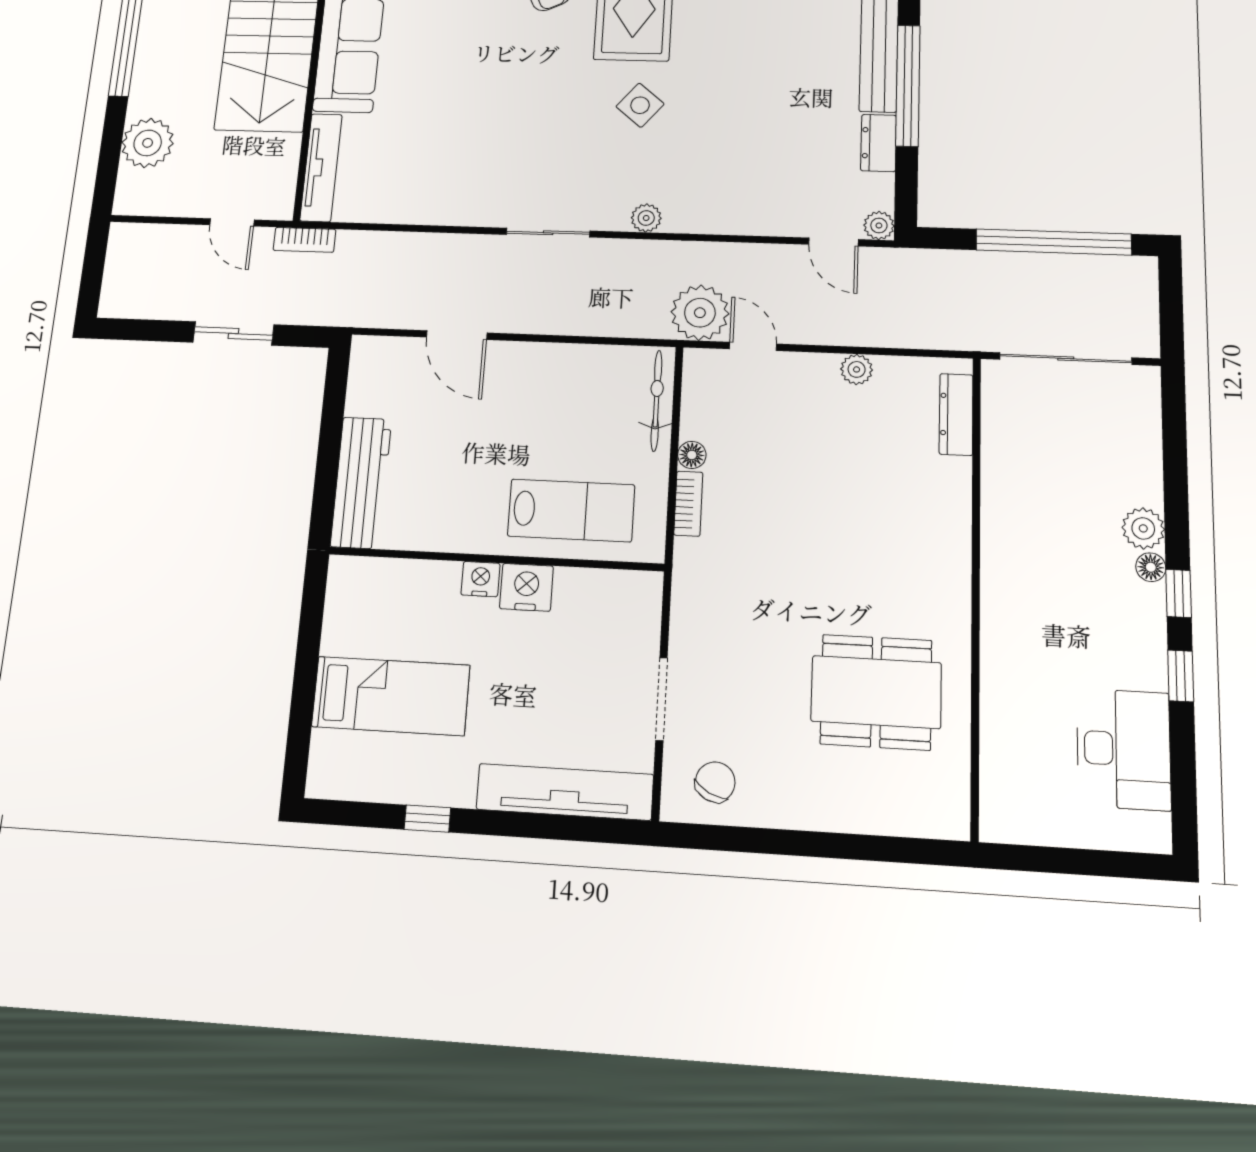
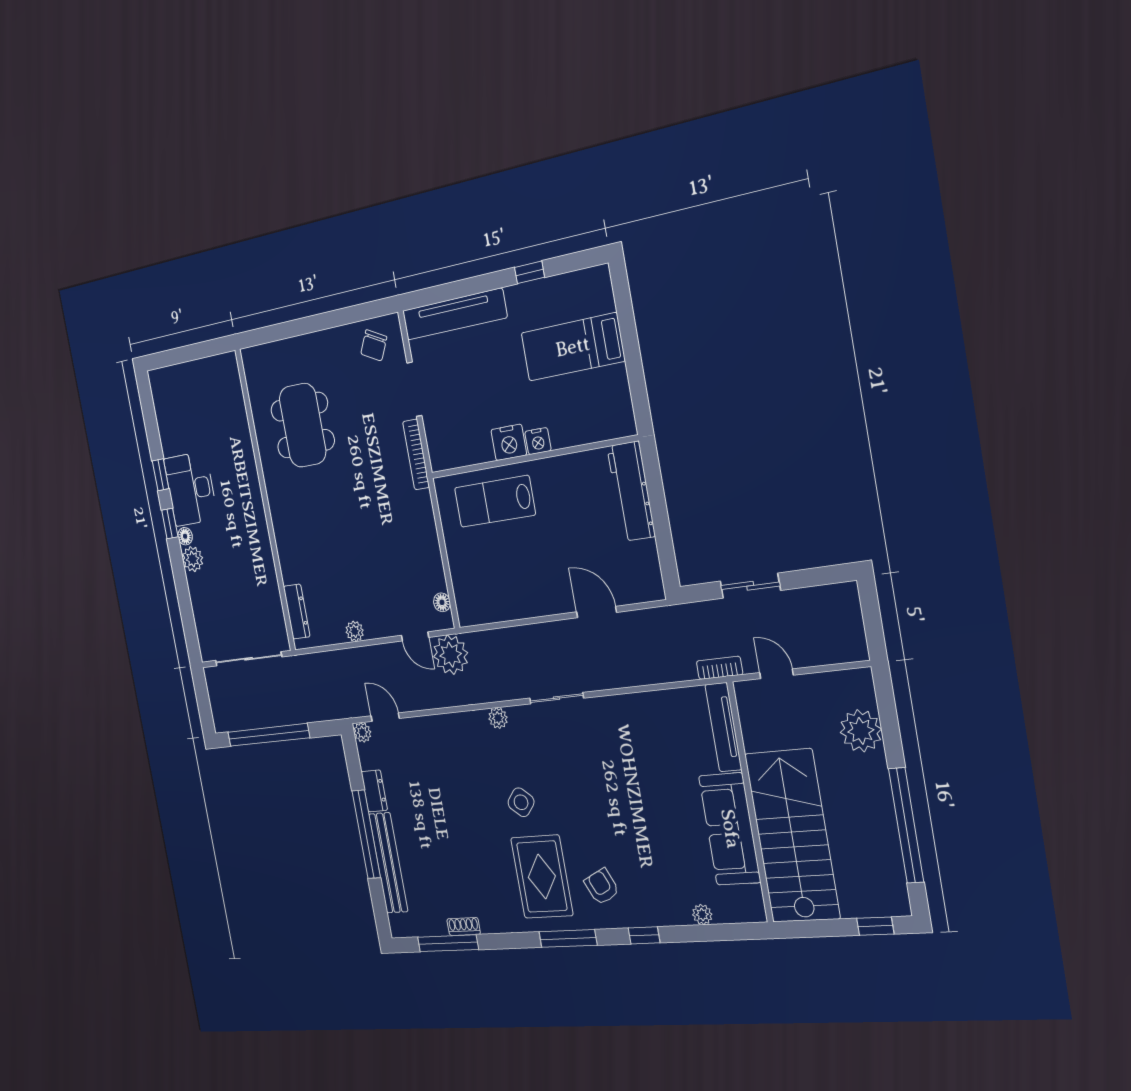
bicycle: (656, 401) -> (462, 588), removed
floor lamp: (692, 455) -> (442, 602), moved
bookcase: (688, 504) -> (416, 454), moved, width x1.56
dining table: (876, 692) -> (303, 425), turned 90
desk: (1124, 749) -> (191, 489), moved

